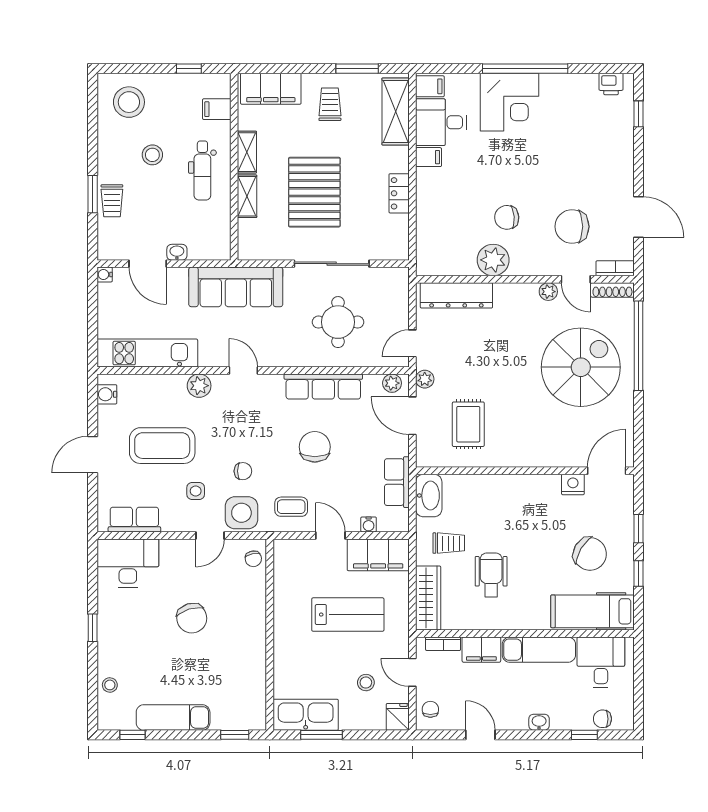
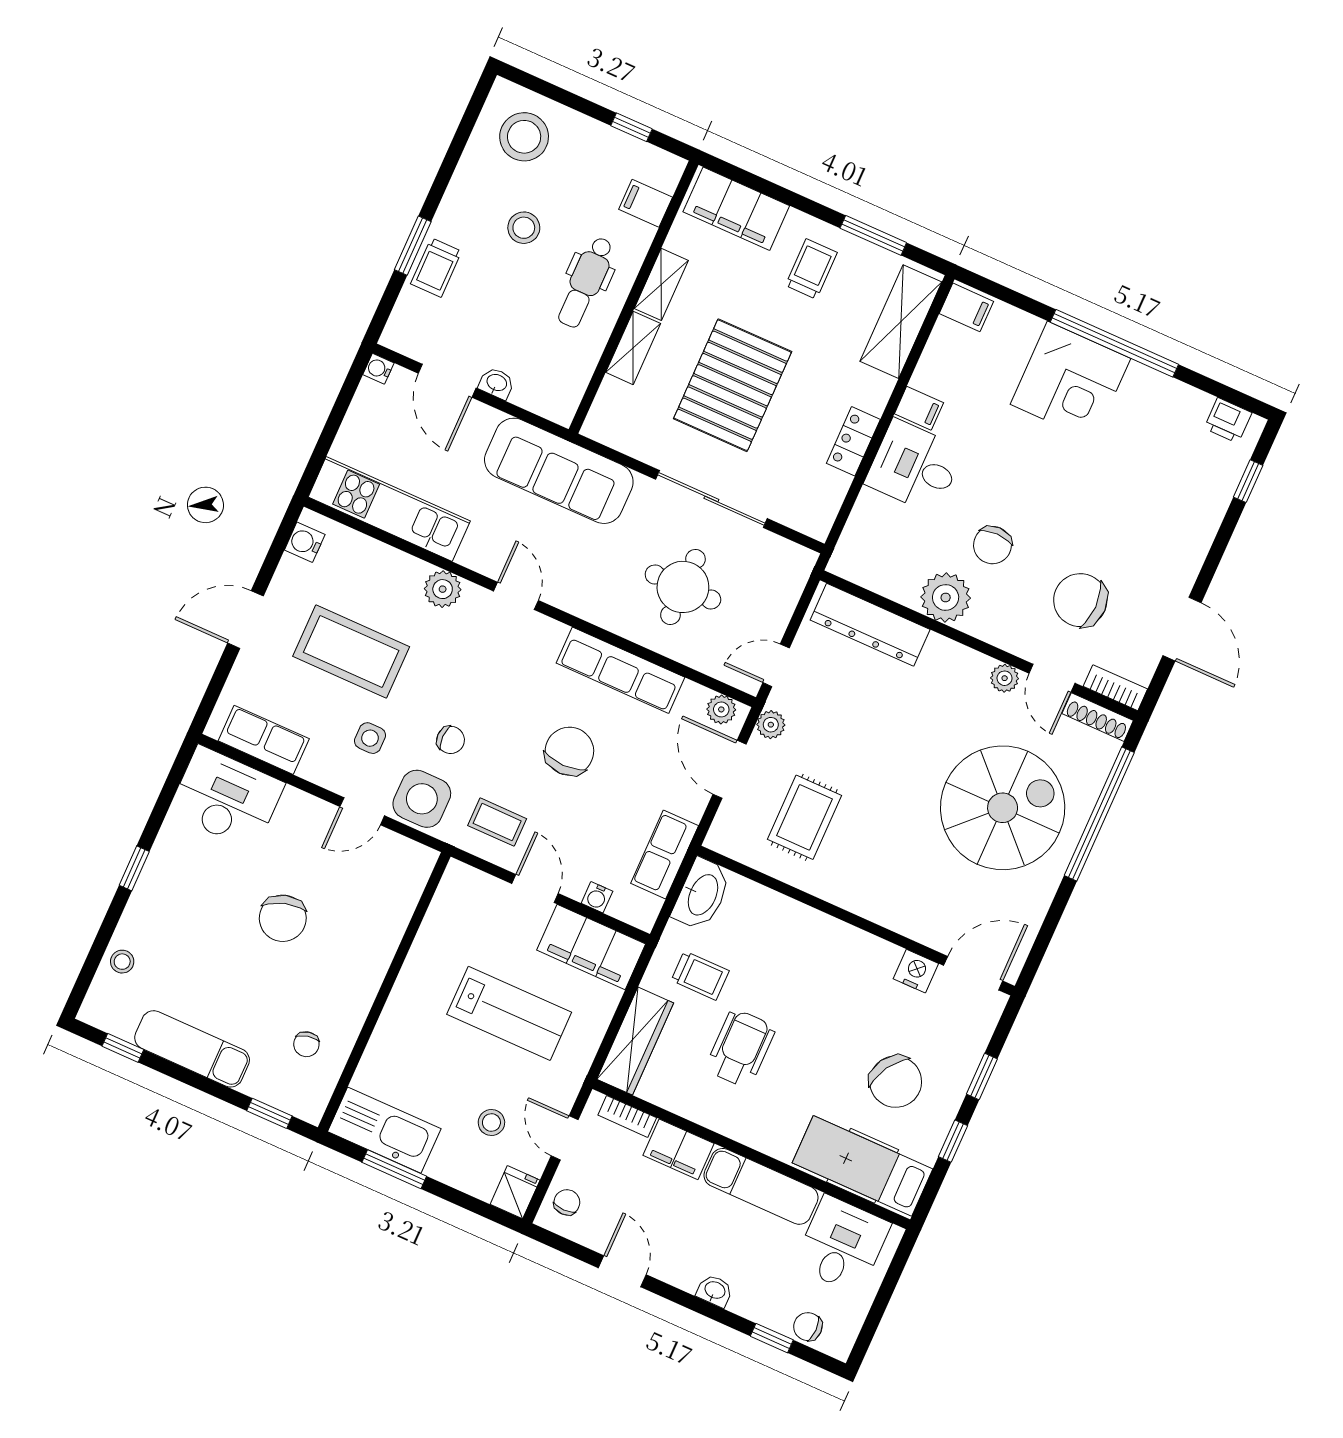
desk: (441, 122) -> (914, 466), moved
chair: (507, 217) -> (993, 545), turned -86
chair: (253, 559) -> (306, 1044), moved

